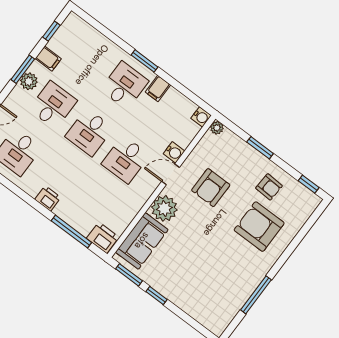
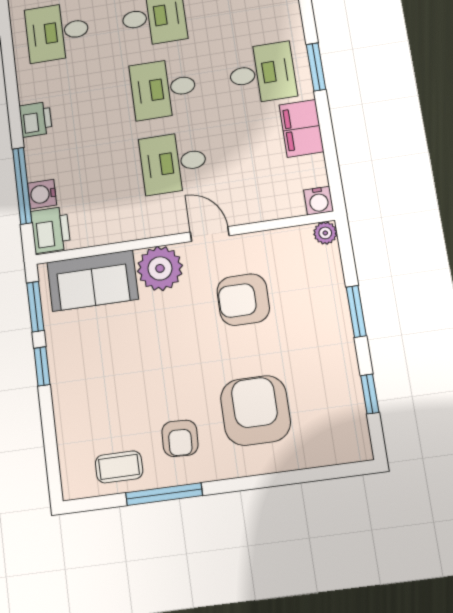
filing cabinet: (158, 88) -> (301, 128), width x2.00
water cooler: (174, 152) -> (42, 194), moved, turned 90
window: (309, 184) -> (370, 394), moved
armchair: (269, 187) -> (180, 438), moved
coffee table: (228, 303) -> (119, 467), added

